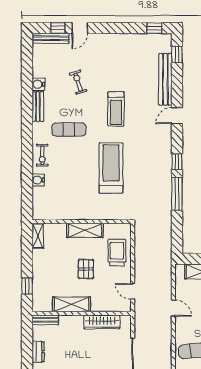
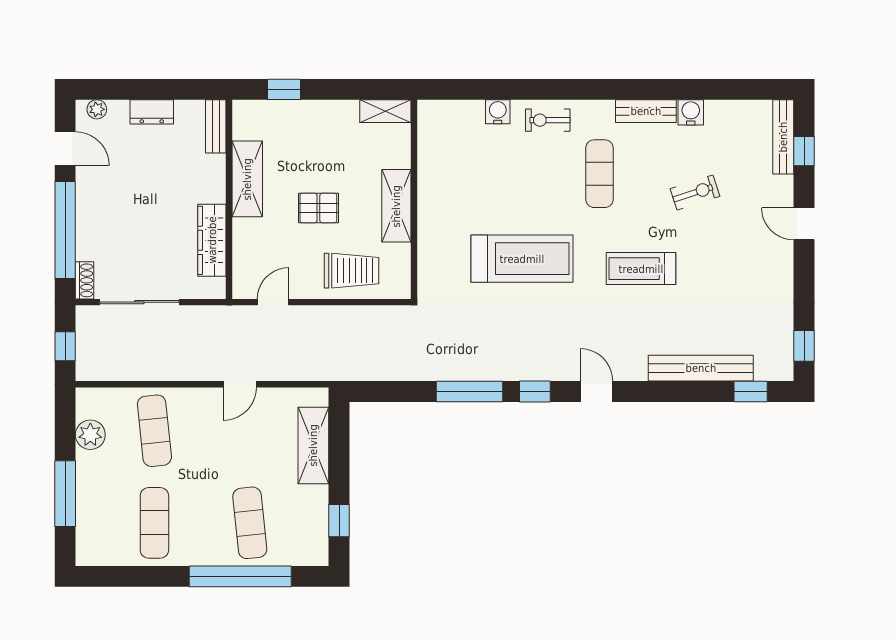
door: (80, 28) -> (804, 224), moved
door: (177, 116) -> (597, 391), moved

